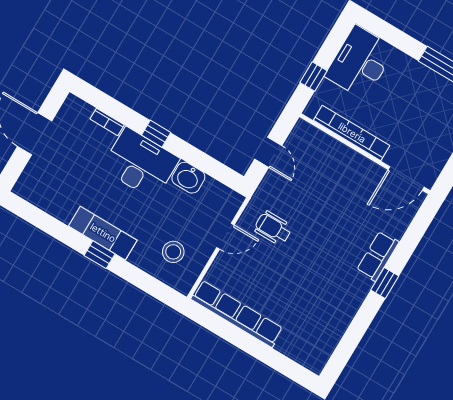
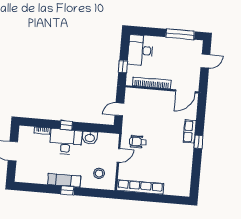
door: (268, 152) -> (119, 109), swing flipped

